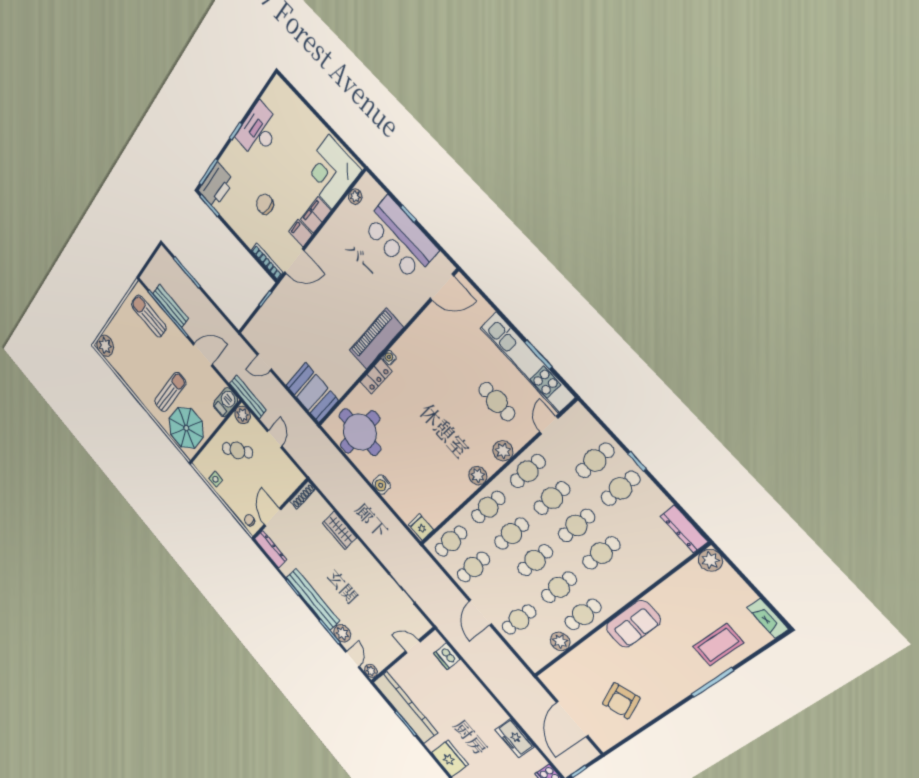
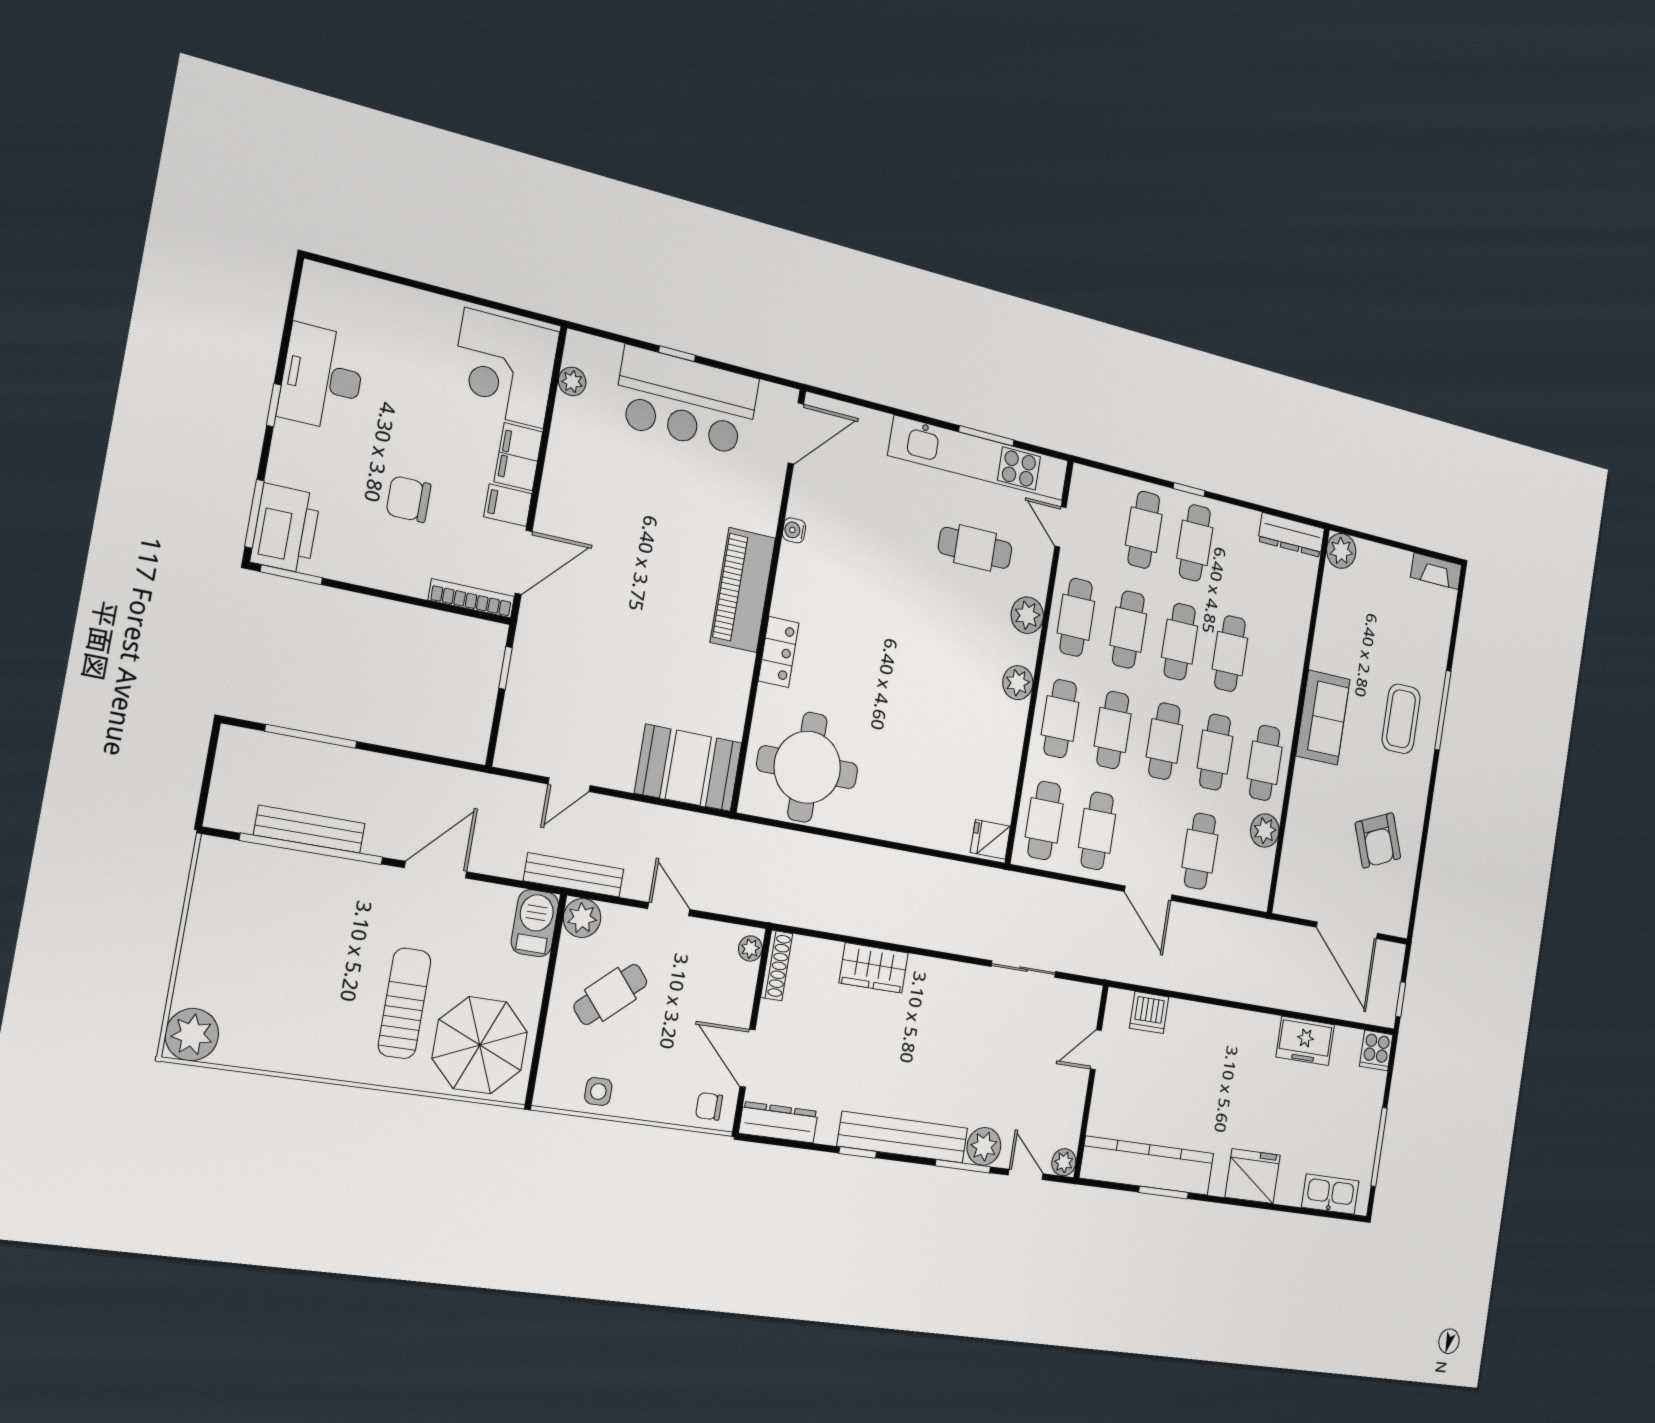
sun lounger: (149, 316) -> (269, 888), removed
water cooler: (389, 358) -> (794, 530), moved
plant: (296, 480) -> (750, 949), added
water cooler: (381, 484) -> (892, 825), removed
coffee table: (718, 645) -> (1401, 719), moved

